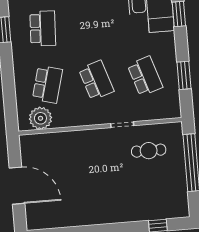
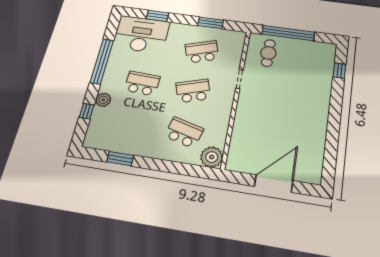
school desk: (43, 28) -> (142, 83), moved
plant: (40, 118) -> (212, 157), moved
cafe table: (149, 151) -> (268, 53), moved

